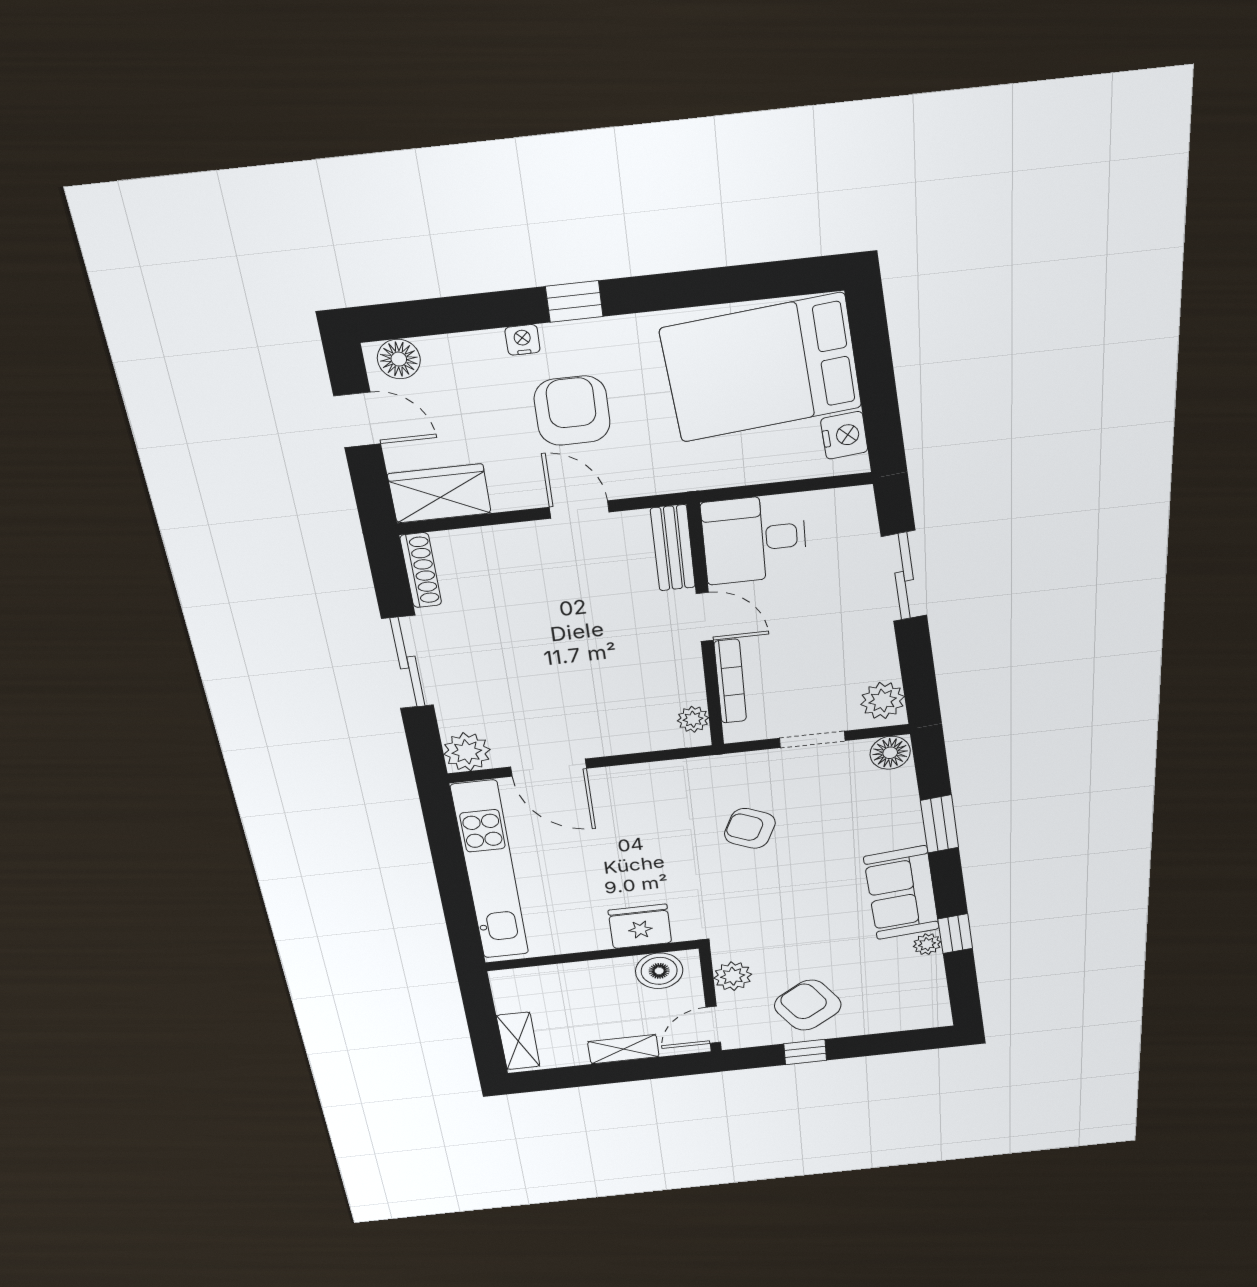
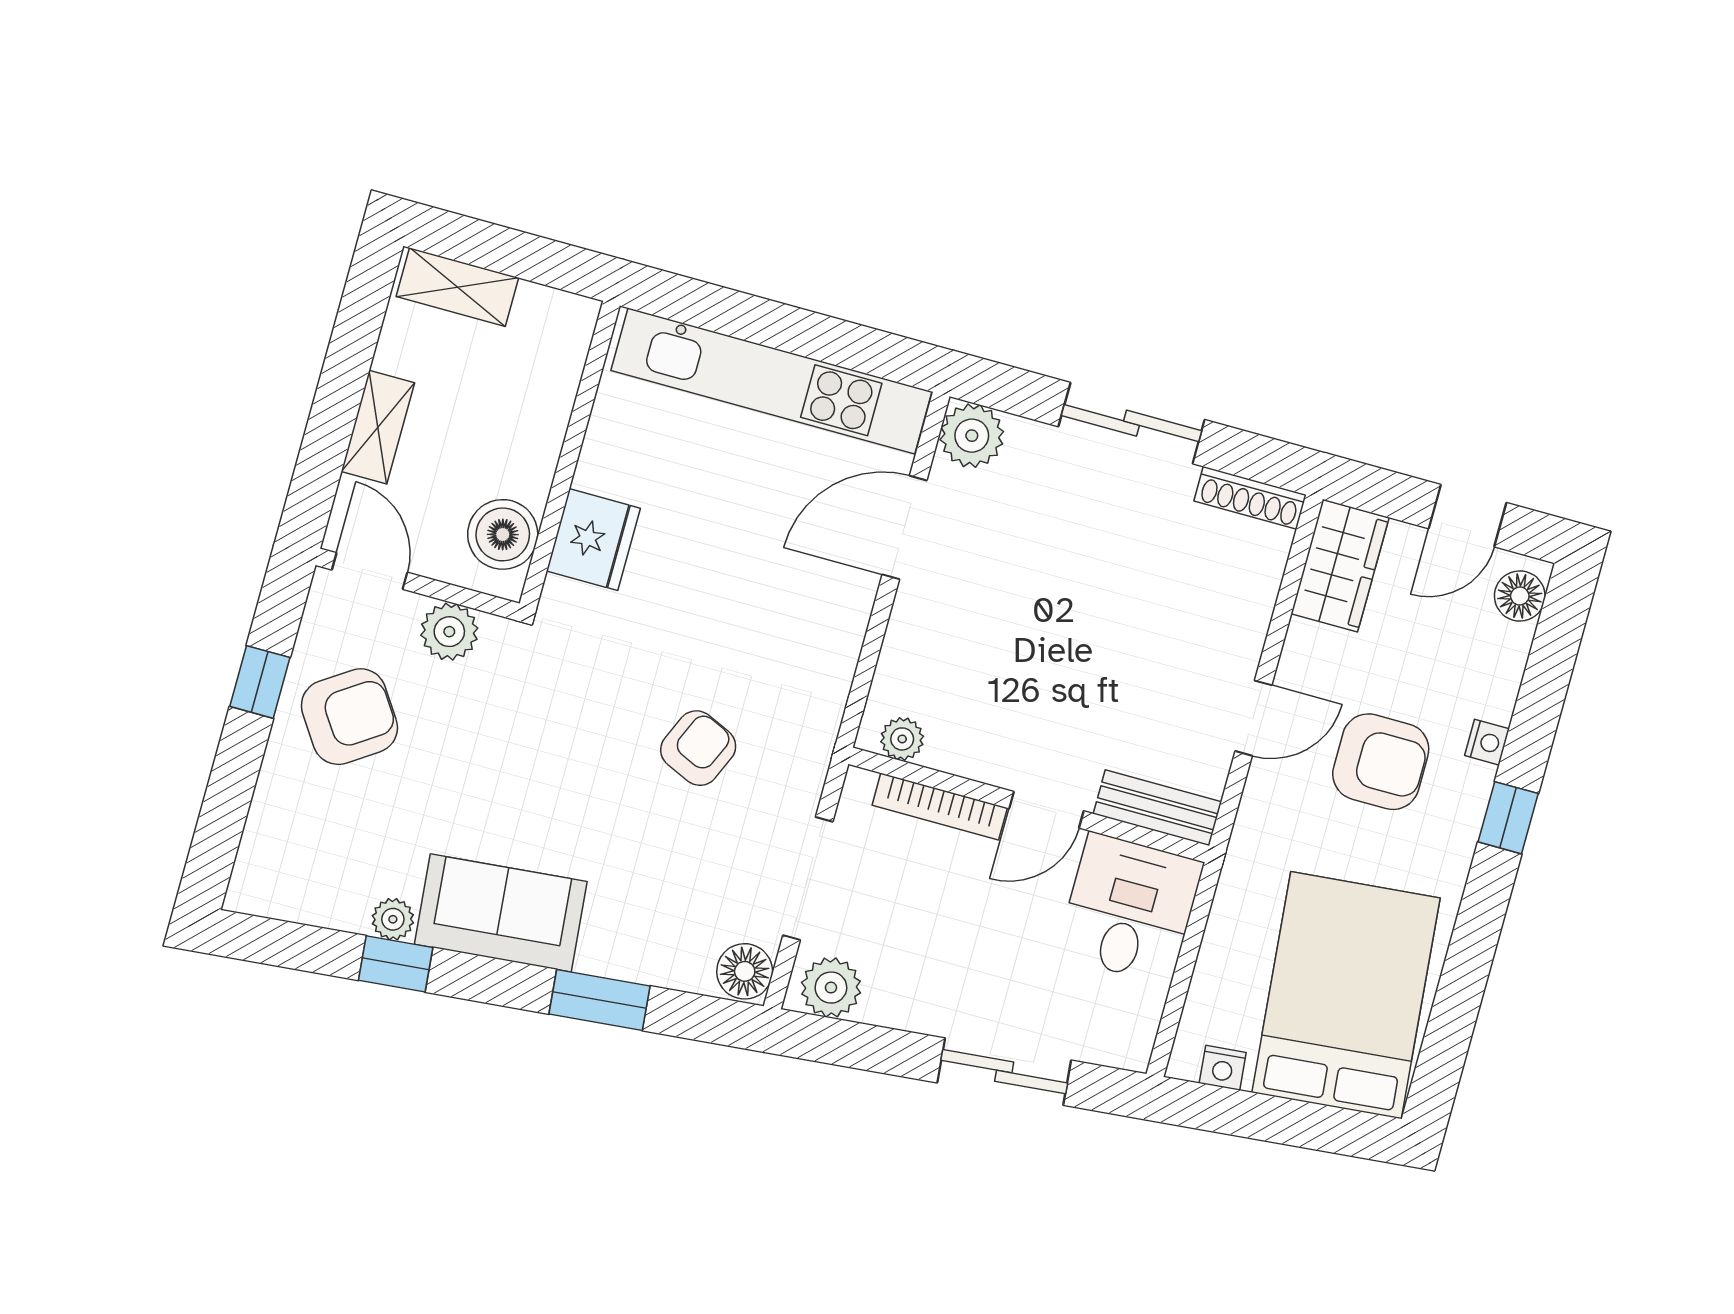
nightstand: (844, 435) -> (1223, 1068), width x0.72, depth x0.74
doorway: (812, 739) -> (808, 879), width x1.38

